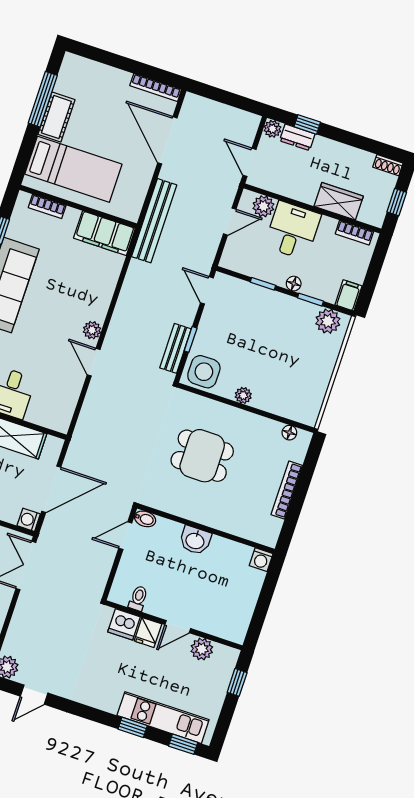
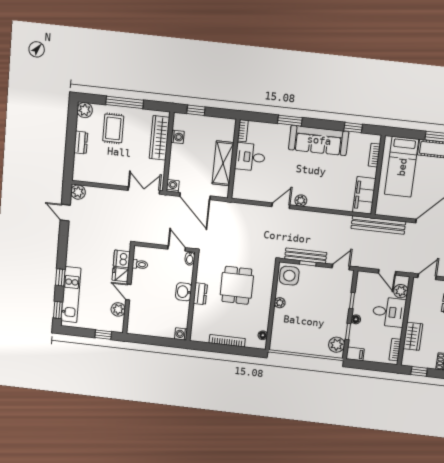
bench: (175, 348) -> (306, 256), width x1.36
dresser: (204, 515) -> (200, 294), added

